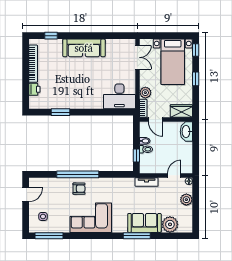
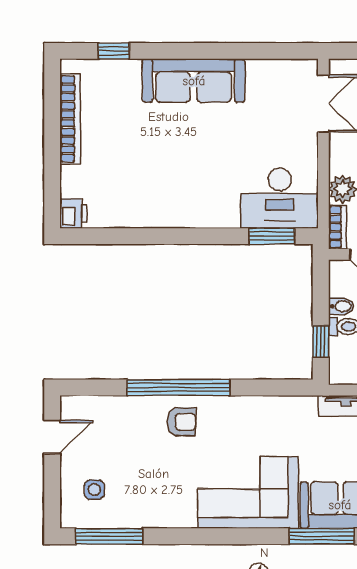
printer: (34, 89) -> (73, 214), moved
window: (61, 112) -> (272, 236), moved
corner sofa: (91, 218) -> (248, 493), moved

